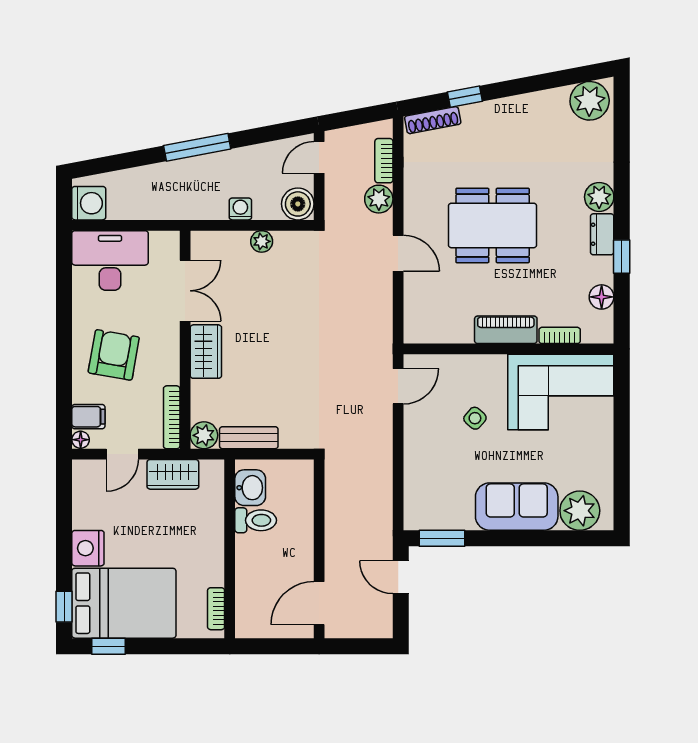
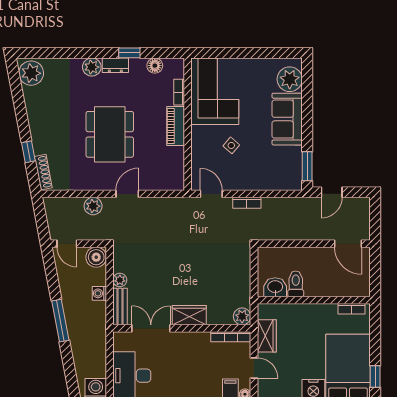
bookcase: (384, 161) -> (247, 203), moved
armchair: (114, 355) -> (191, 373), removed
bench: (249, 438) -> (120, 307), moved

